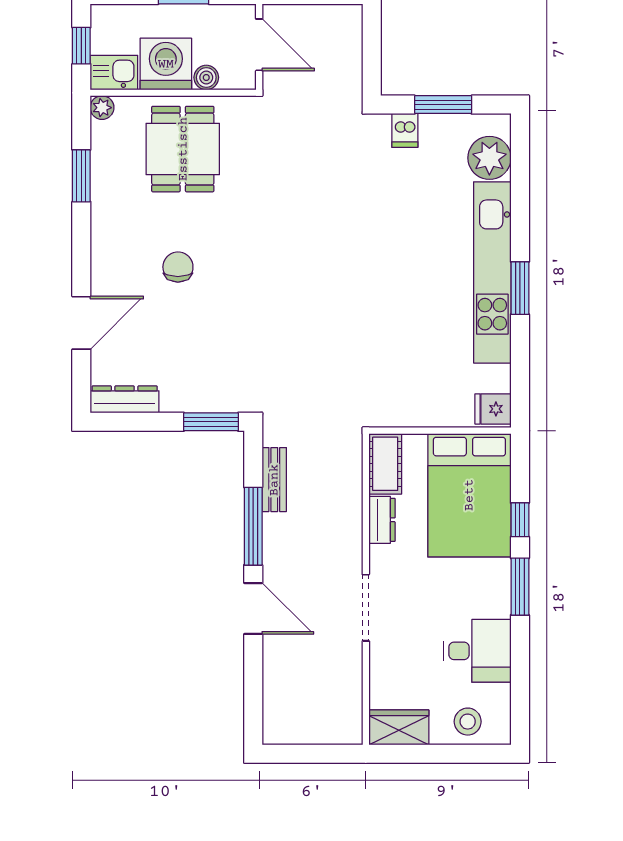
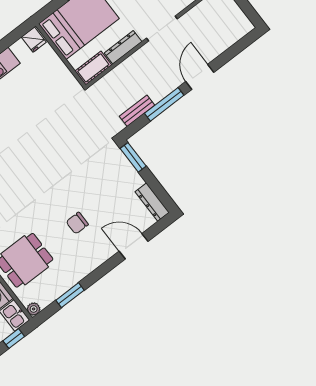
dresser: (382, 520) -> (123, 47), width x1.44

